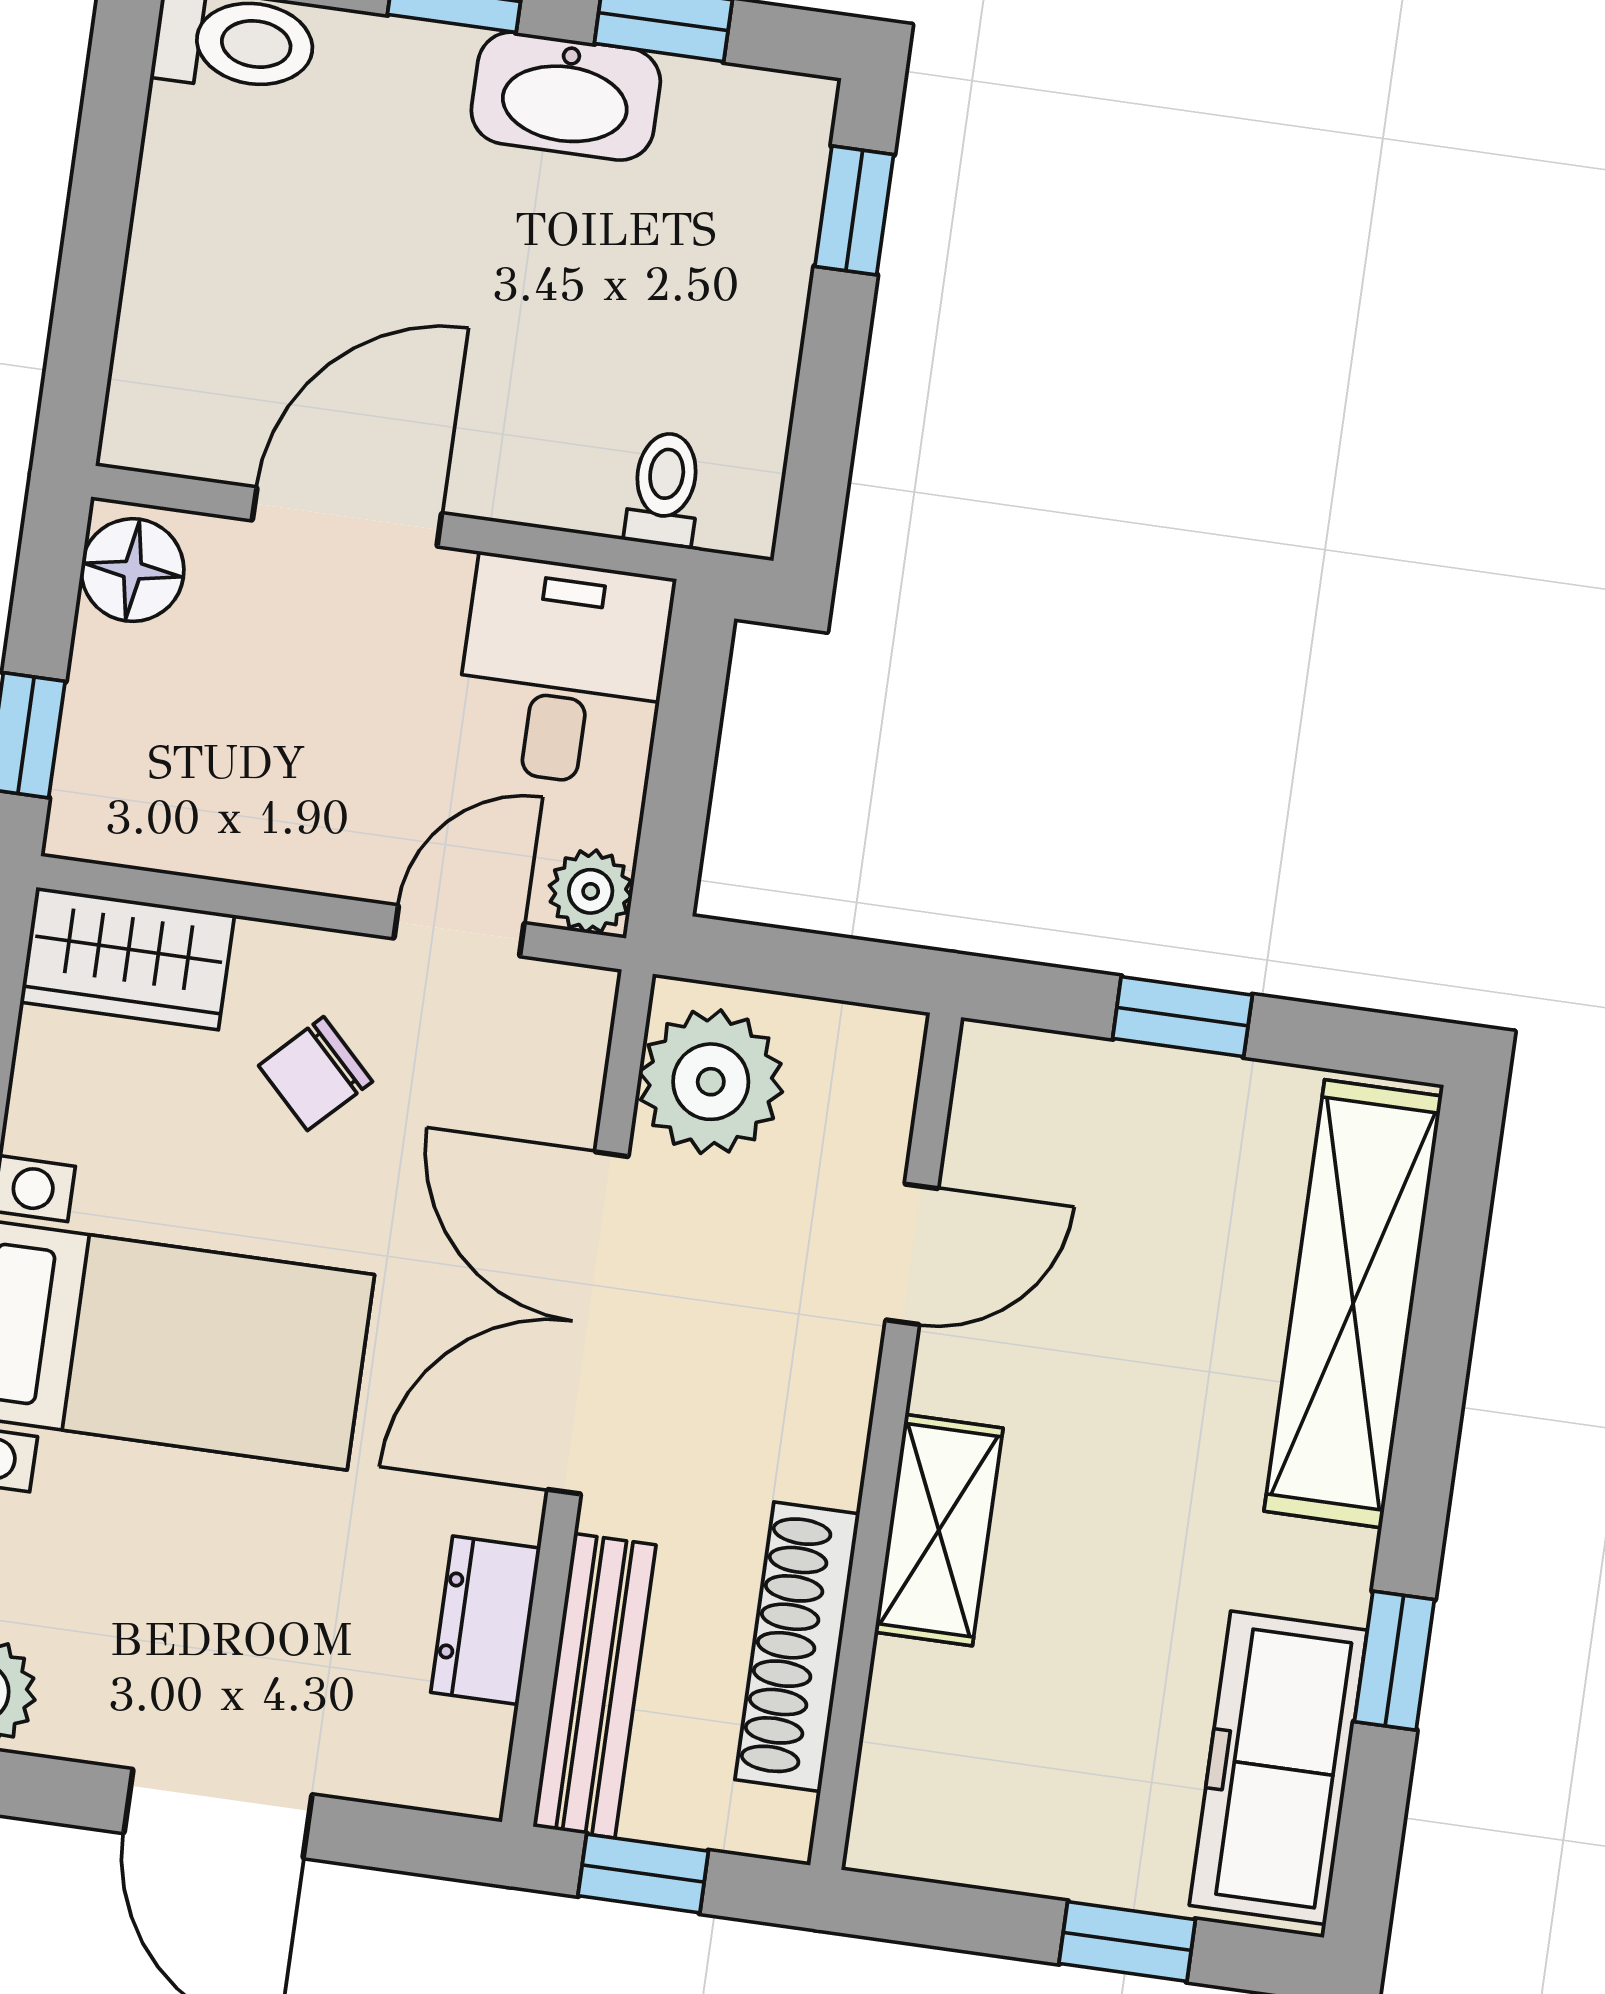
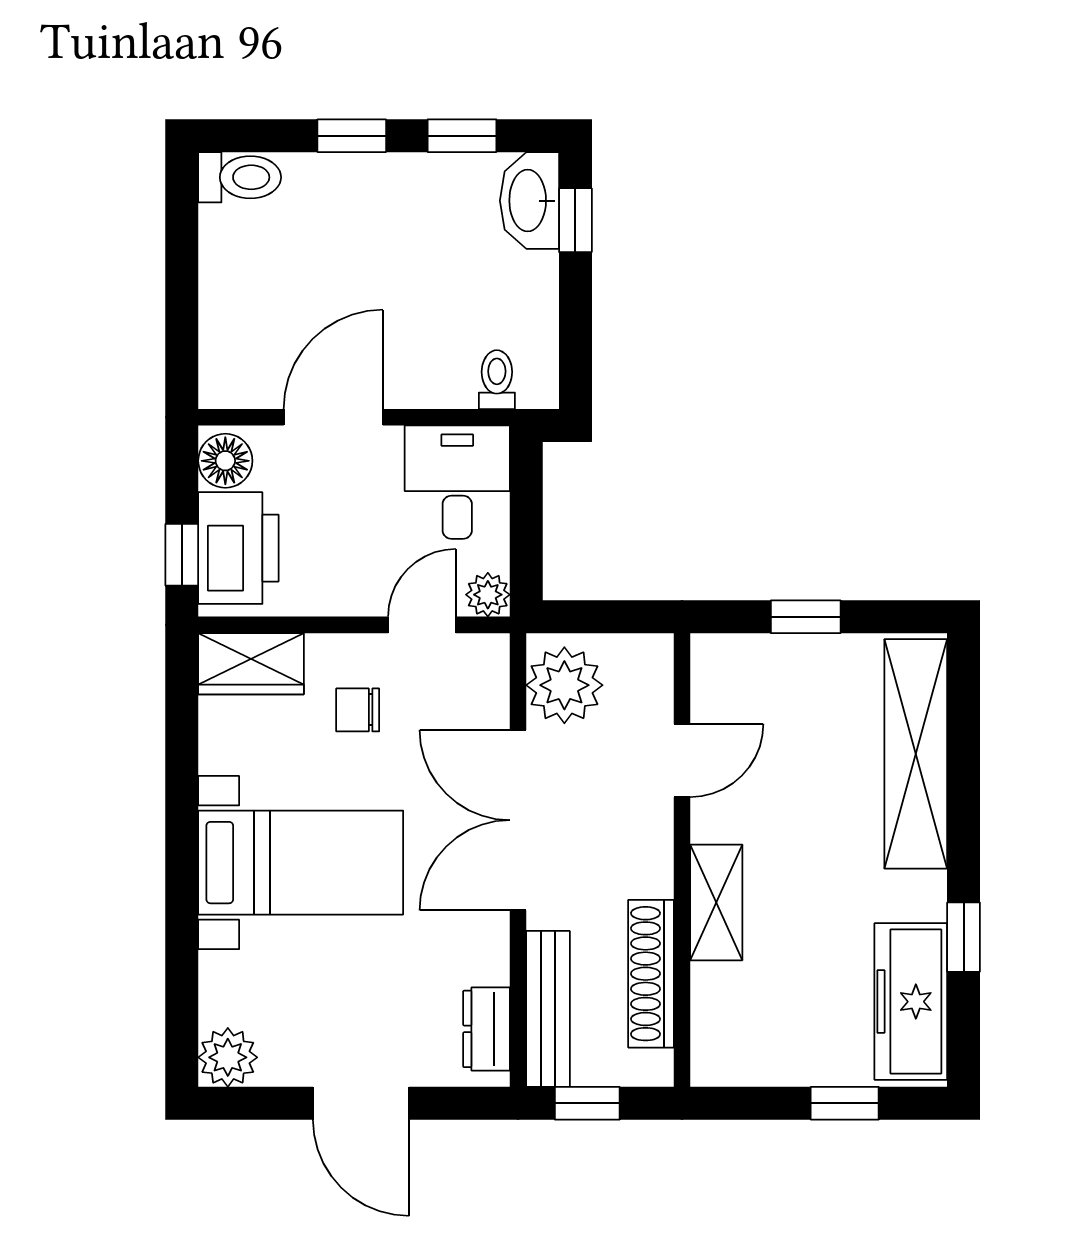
washbasin: (566, 96) -> (529, 201), moved, turned 90
printer: (134, 738) -> (238, 548), added
chair: (316, 1074) -> (358, 710), turned 45
dresser: (486, 1620) -> (486, 1029), moved

